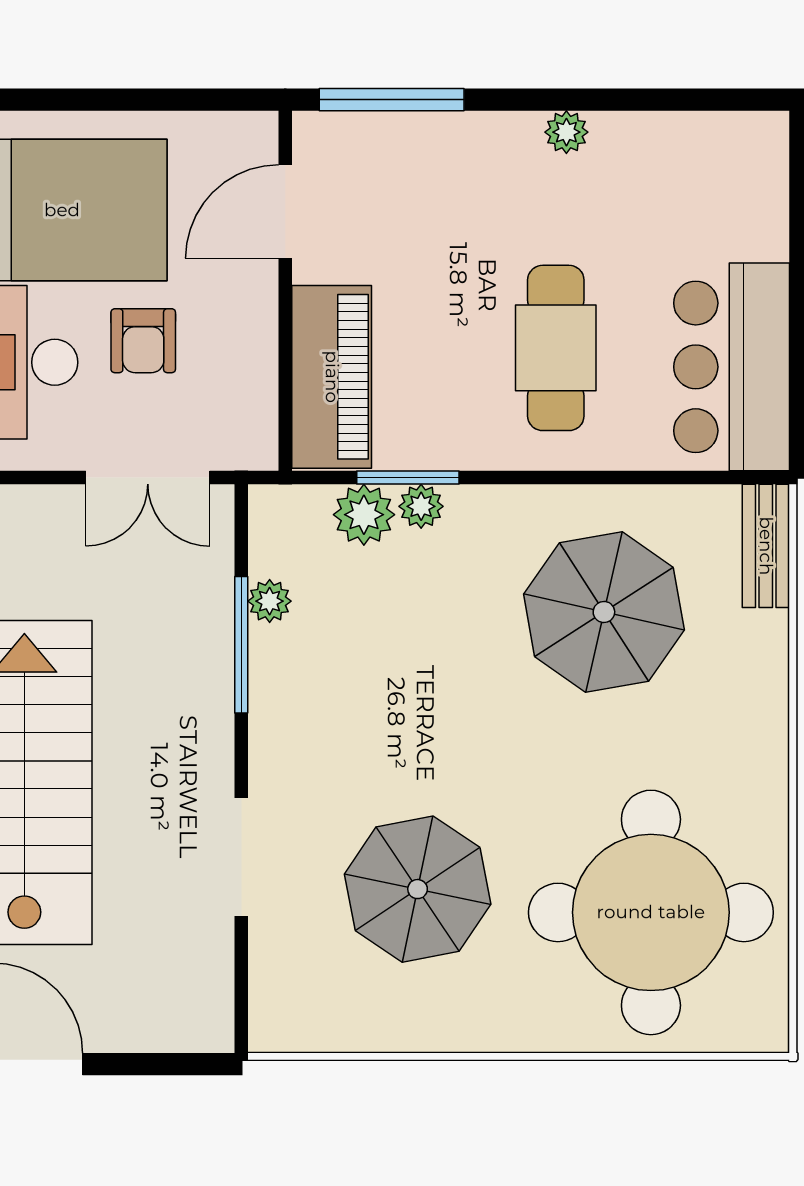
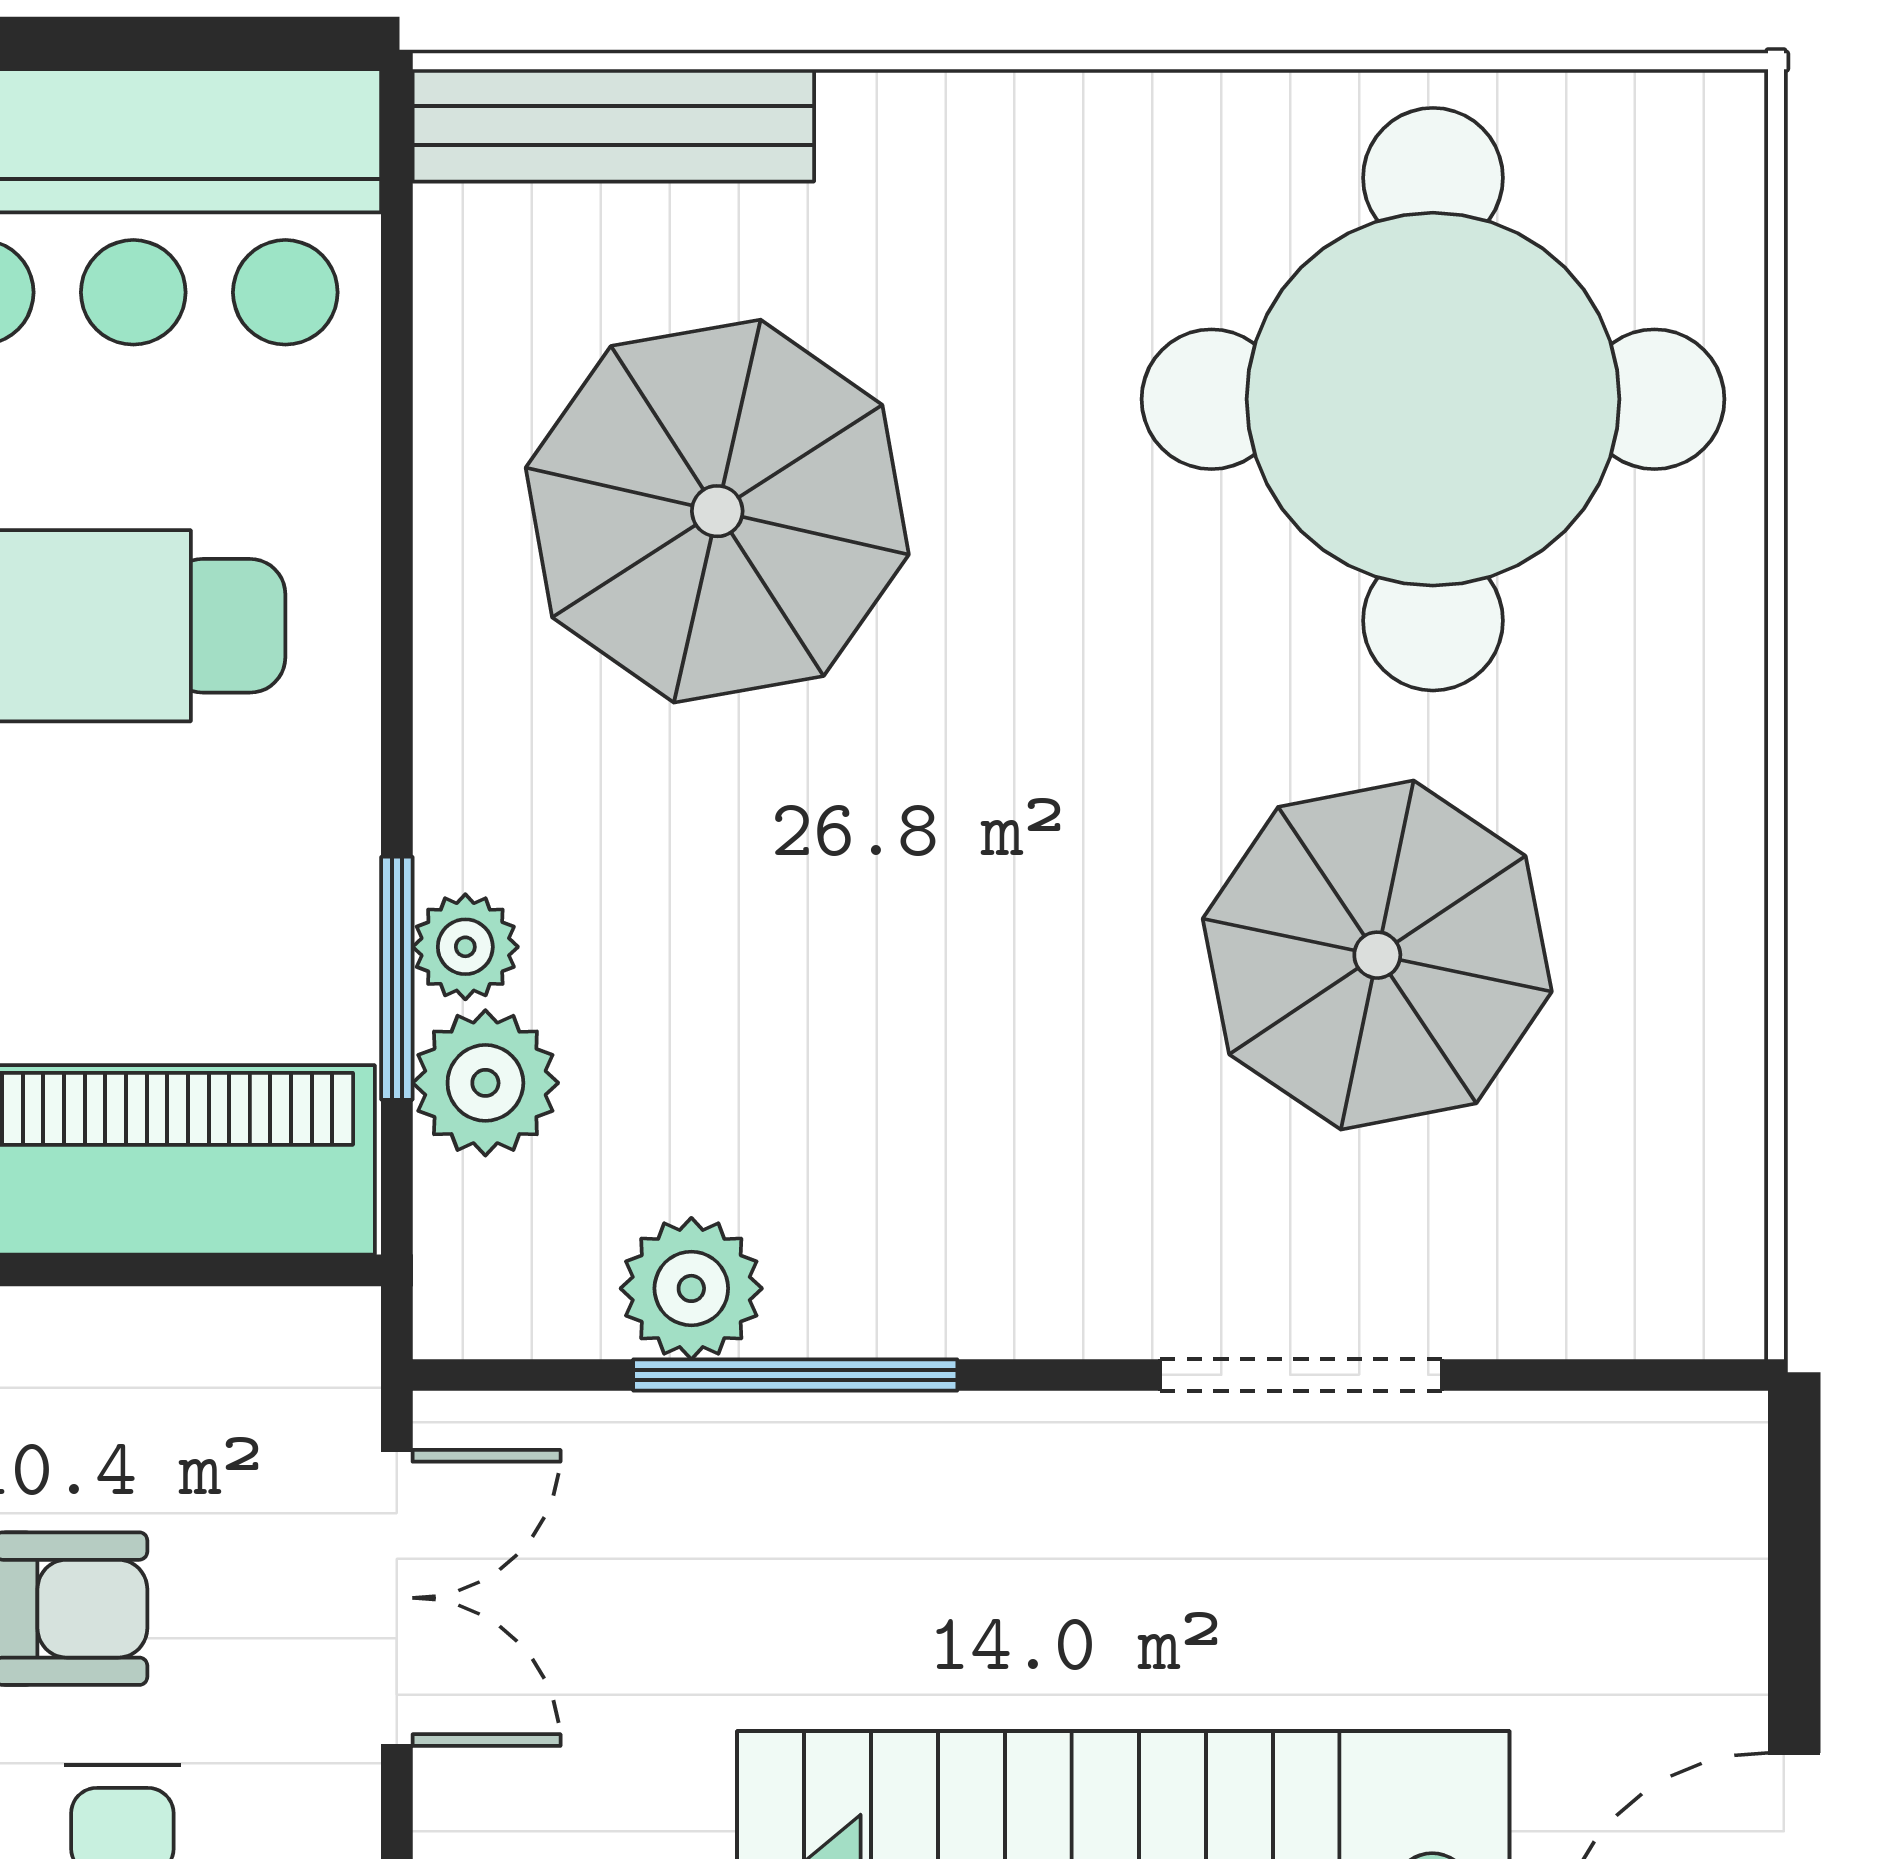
bench: (766, 546) -> (613, 125), width x1.36
plant: (270, 601) -> (691, 1288), width x1.38, depth x1.38

